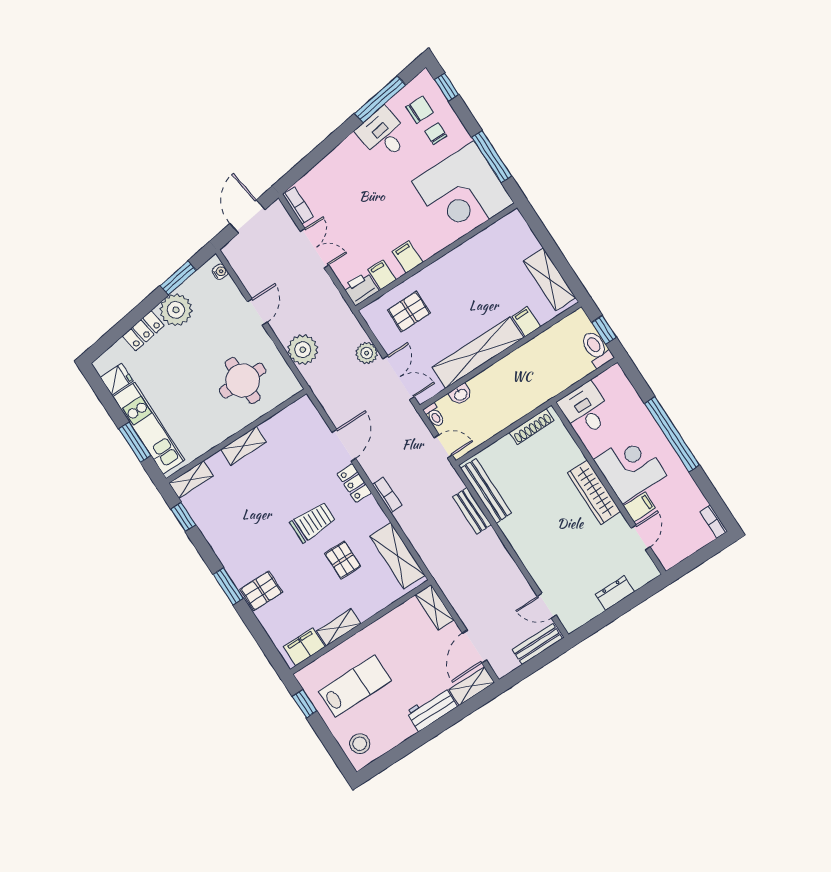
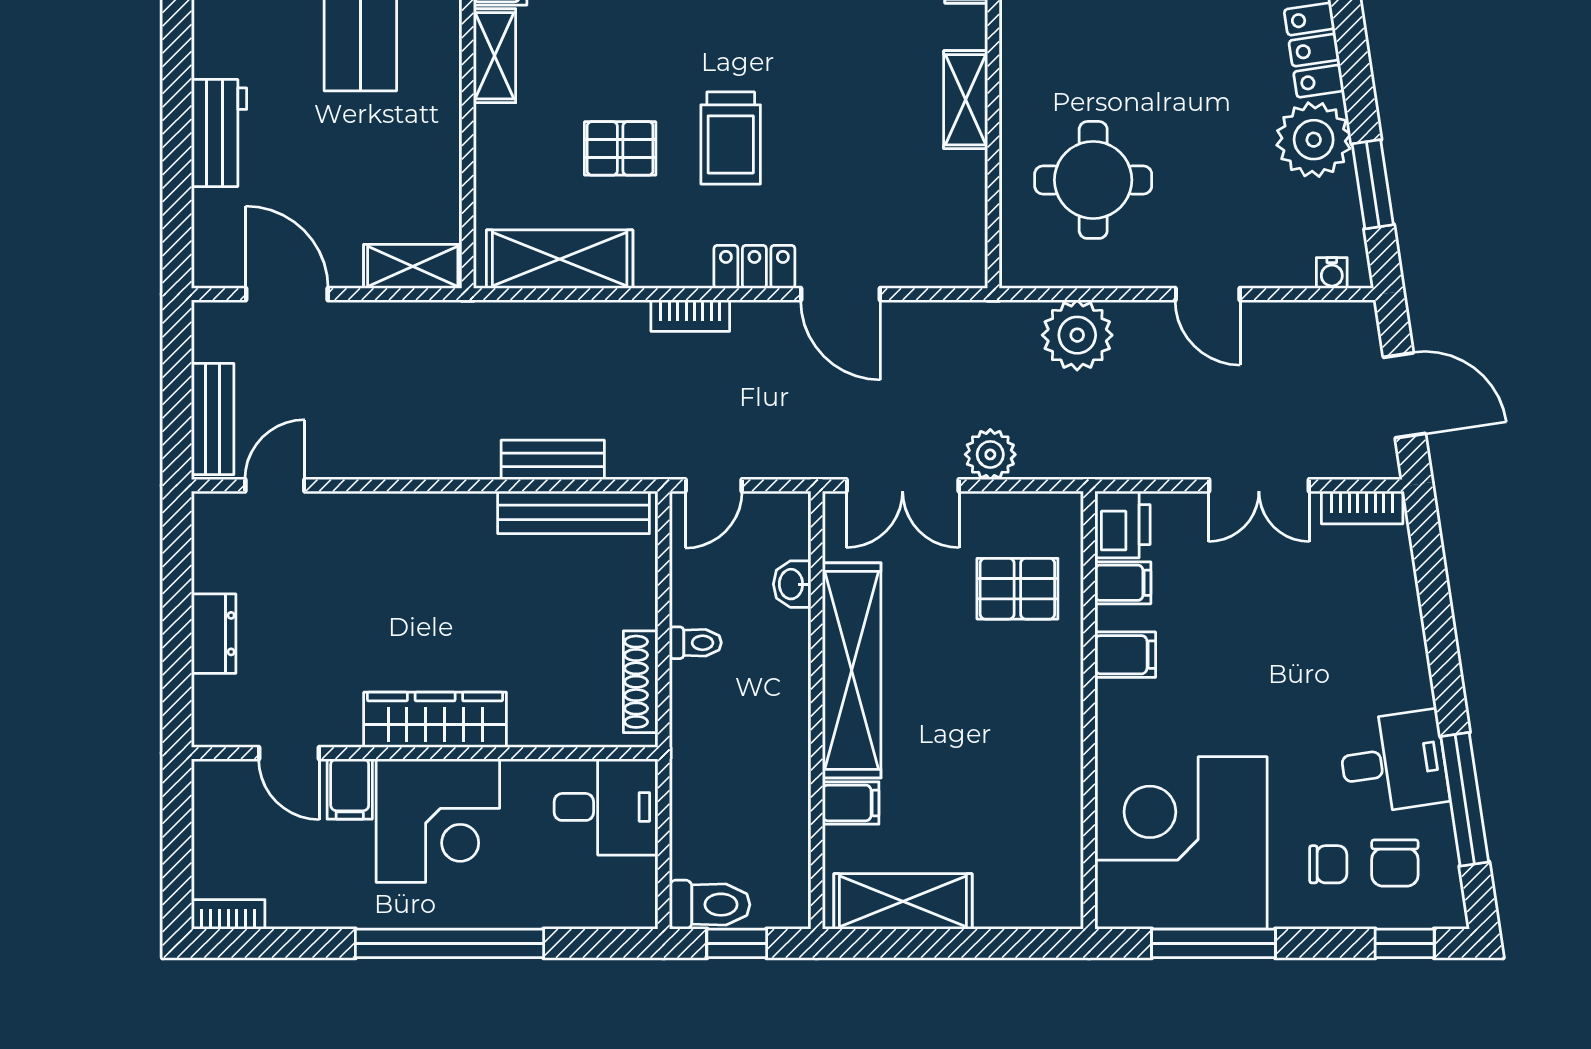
pallet: (409, 312) -> (1017, 589), turned 90
toilet: (434, 415) -> (695, 643), moved, turned 180
shelving: (472, 686) -> (213, 239), removed

